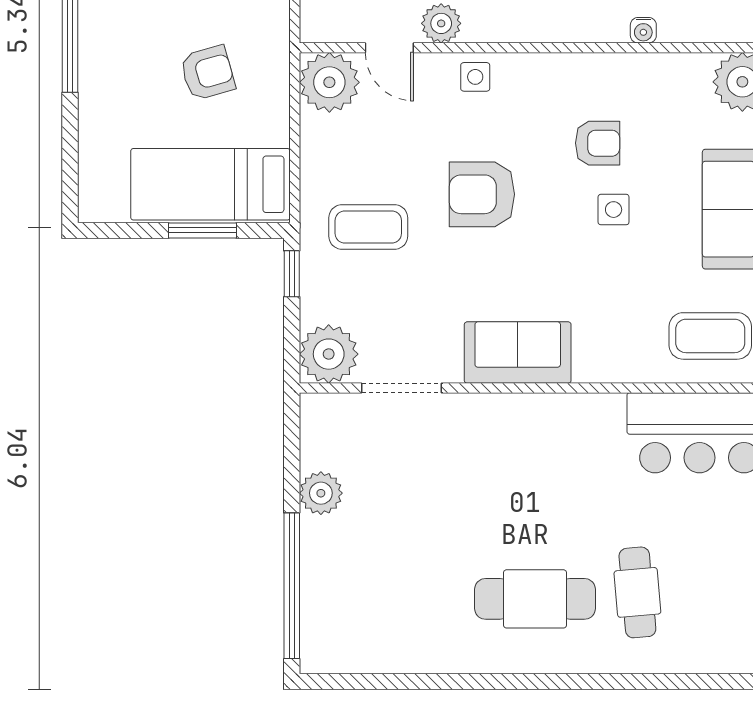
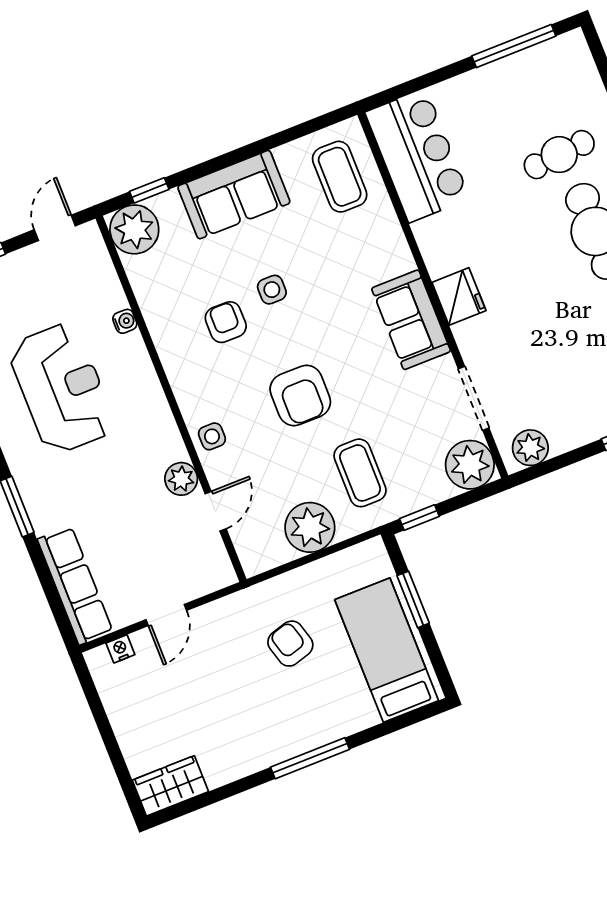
plant: (329, 82) -> (310, 527), moved
bed: (210, 184) -> (387, 650), moved, turned 180
fridge: (523, 417) -> (459, 297), added
plant: (321, 493) -> (530, 448), moved

